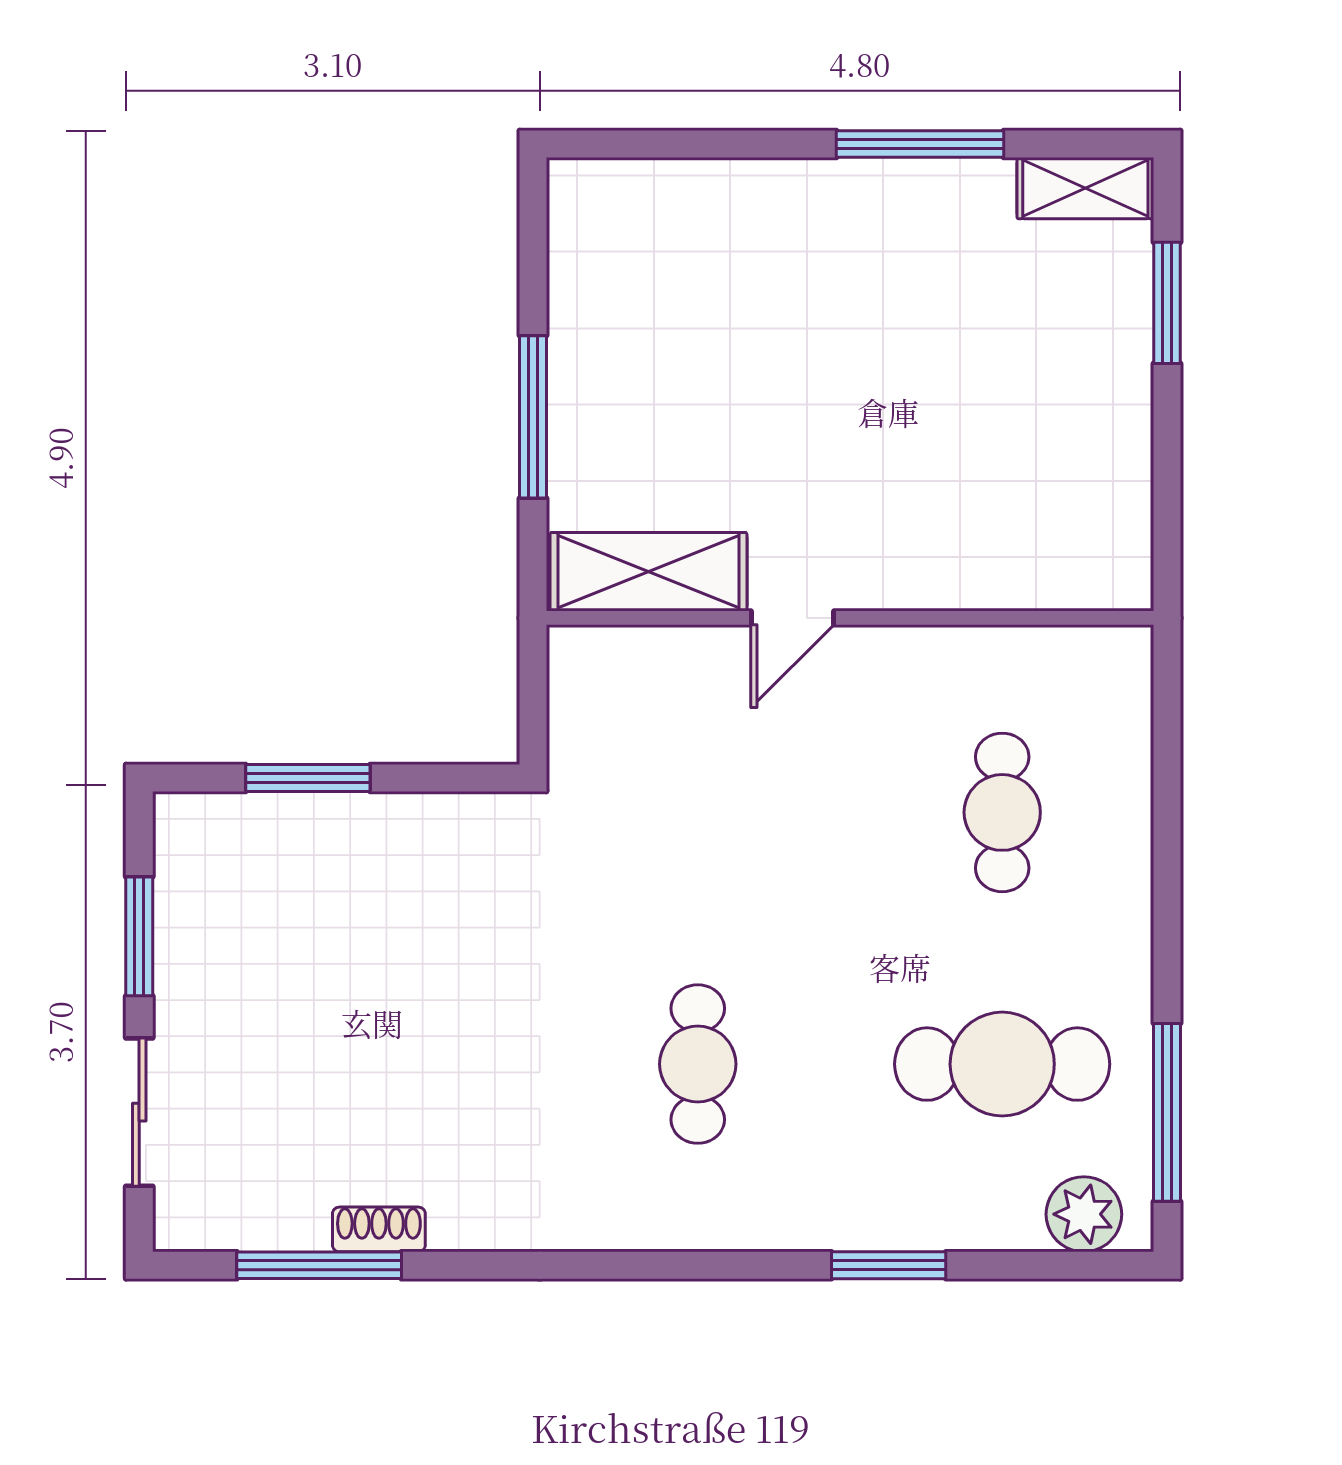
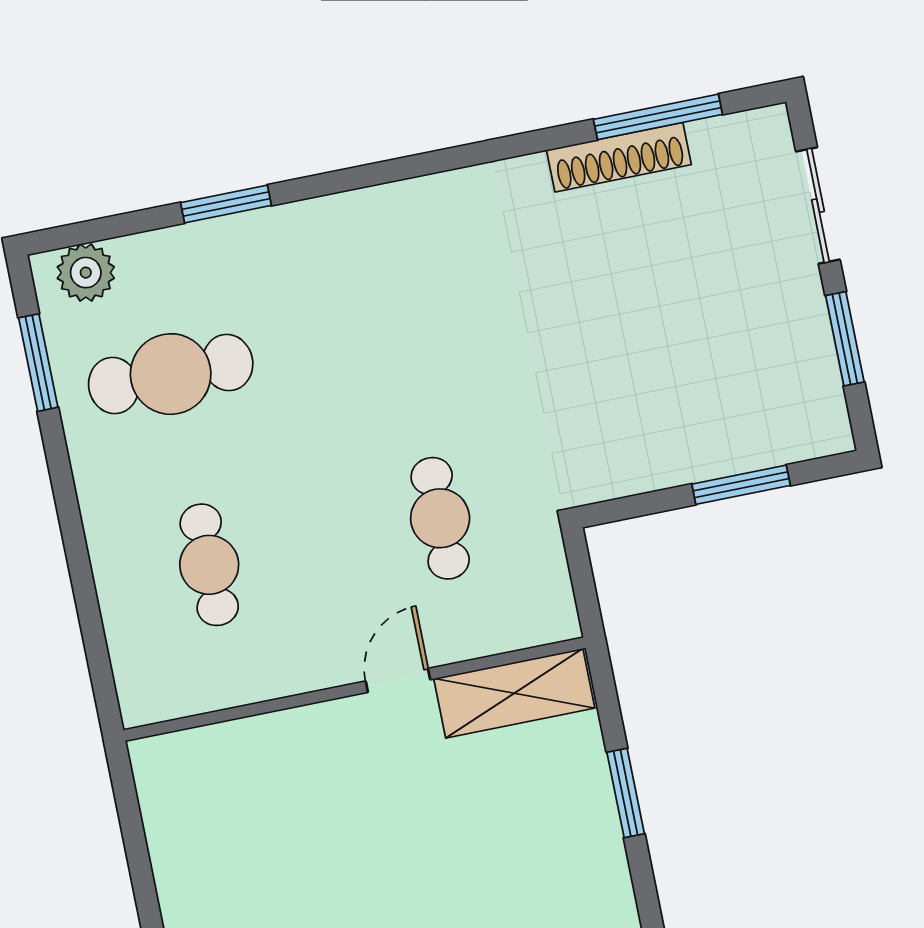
window: (533, 417) -> (626, 793), width x0.69
cafe table: (698, 1064) -> (440, 518), moved
window: (1167, 1112) -> (38, 363), width x0.69
shoe rack: (379, 1229) -> (619, 157), width x1.94, depth x1.24

